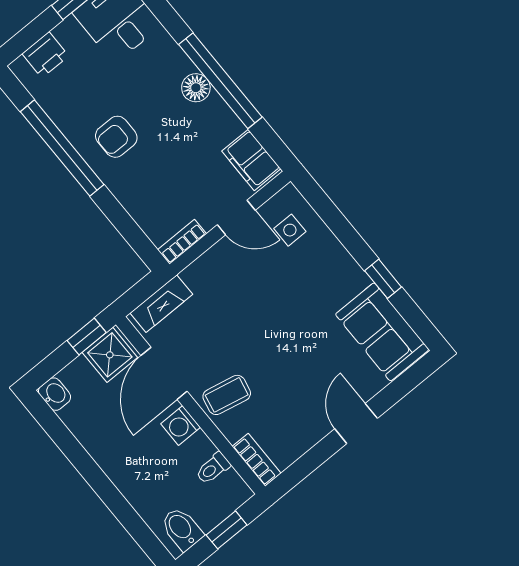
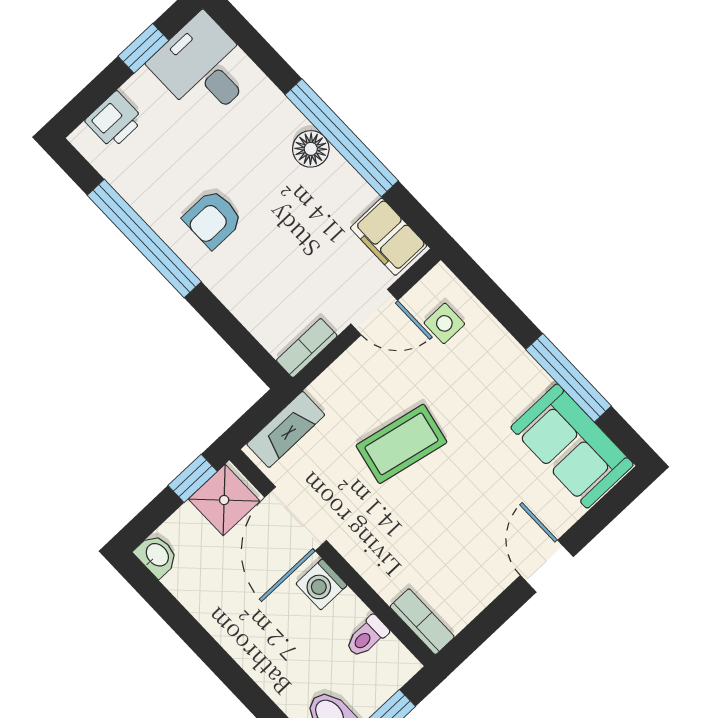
window: (383, 279) -> (569, 378), width x2.17
coffee table: (227, 395) -> (401, 444), moved, width x1.36, depth x1.30

